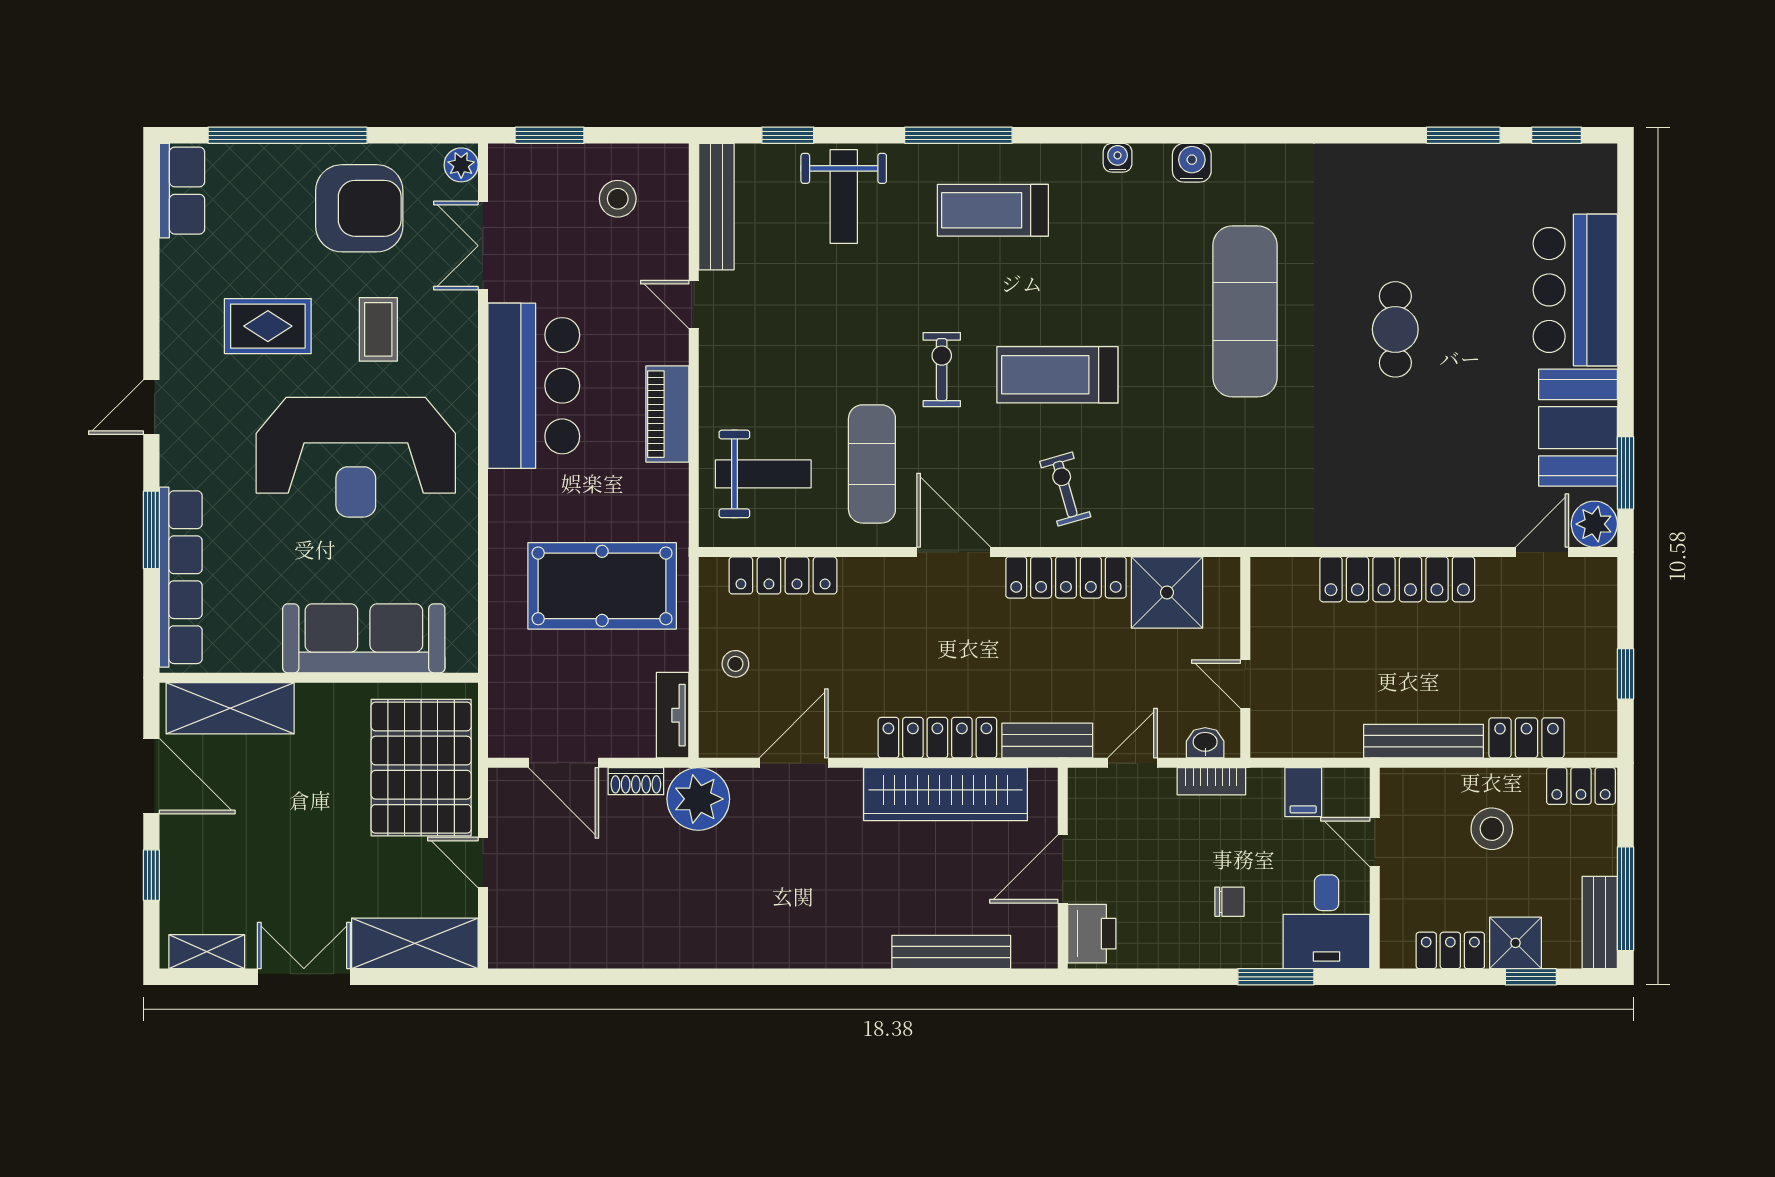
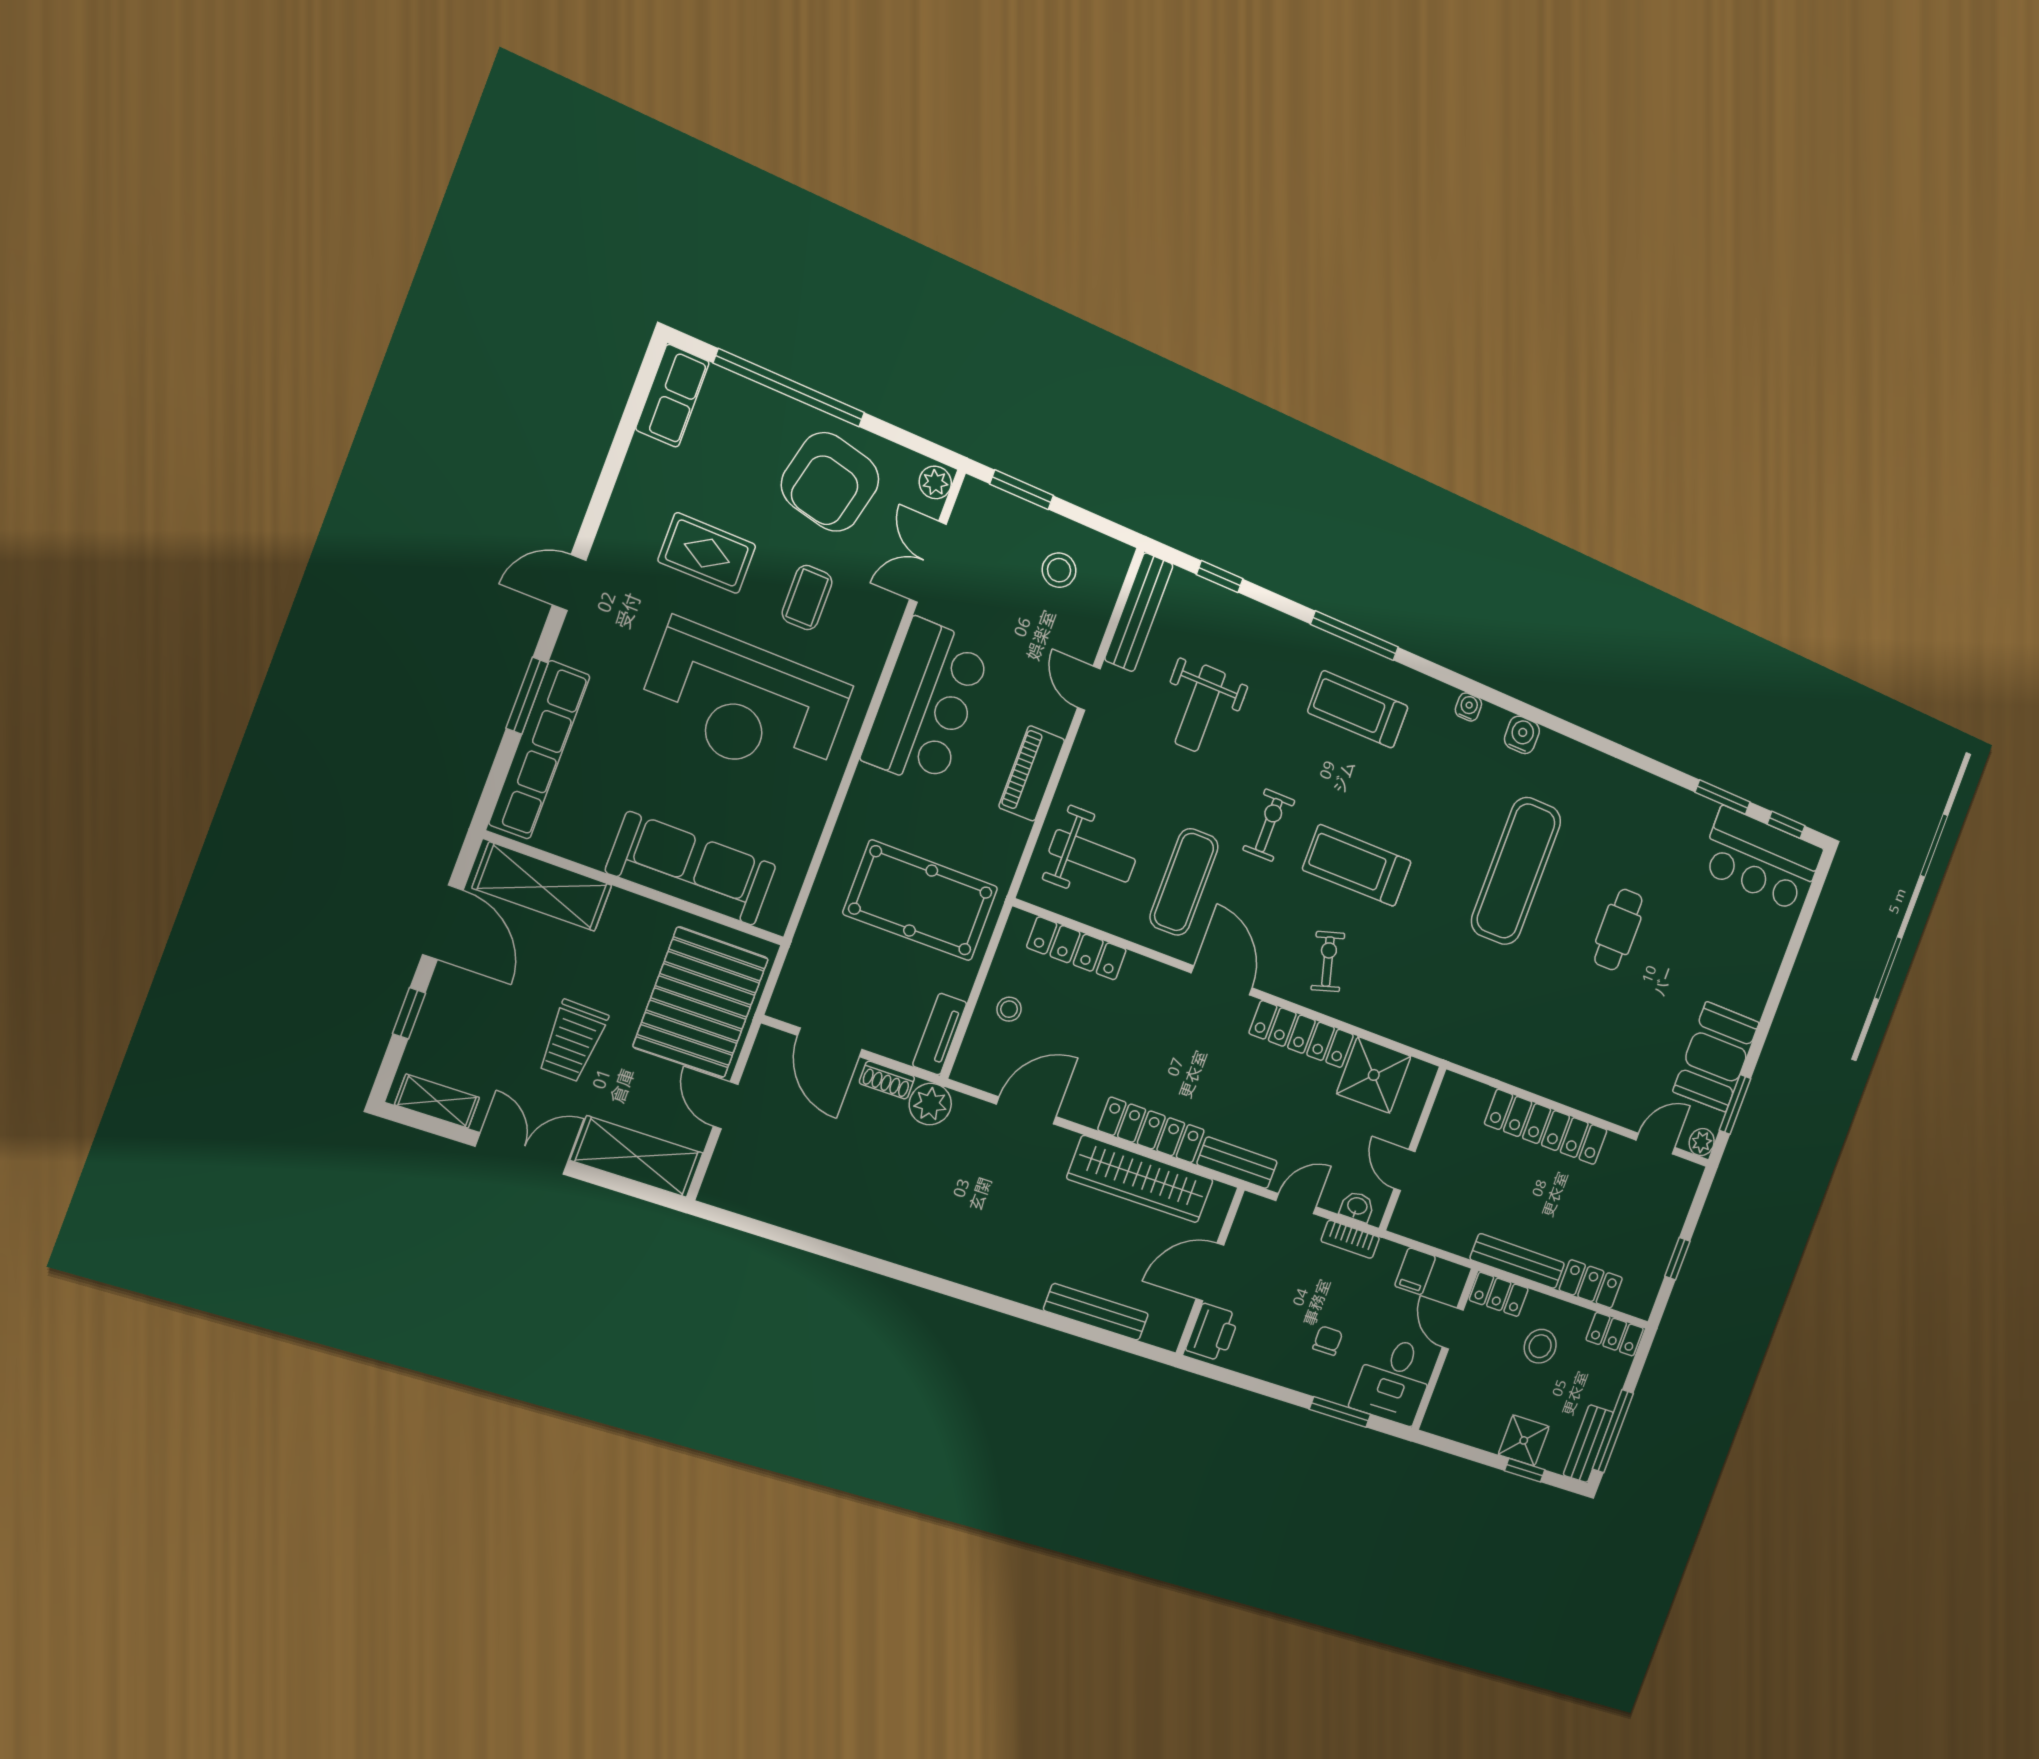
weight bench: (844, 196) -> (1200, 708), moved
armchair: (359, 208) -> (830, 482), turned 103
bar counter: (1575, 290) -> (1761, 859), moved, turned -90
plant: (1594, 524) -> (1702, 1142), width x0.73, depth x0.73
plant: (698, 799) -> (930, 1104), width x0.73, depth x0.73
trolley: (312, 849) -> (573, 1041), added
chair: (1230, 902) -> (1328, 1341), turned -90
locker: (1450, 950) -> (1499, 1294), moved, turned 180

